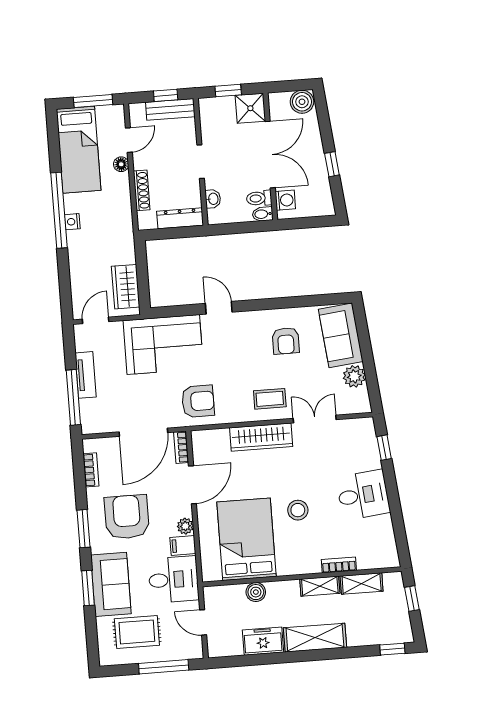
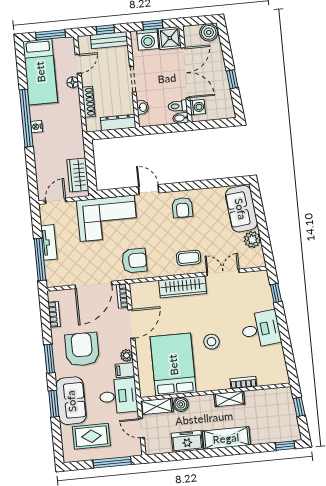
washing machine: (221, 110) -> (148, 40), added
armchair: (286, 341) -> (182, 208), moved
shelving: (362, 584) -> (157, 406), moved

